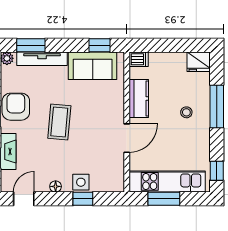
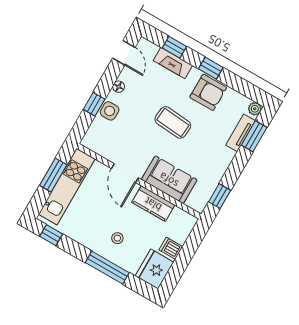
tv unit: (42, 59) -> (241, 133), width x0.71
dishwasher: (139, 59) -> (171, 248), moved, turned 90
fridge: (199, 62) -> (154, 269), width x1.36, depth x1.34
sofa: (93, 66) -> (169, 180), moved, turned 90

